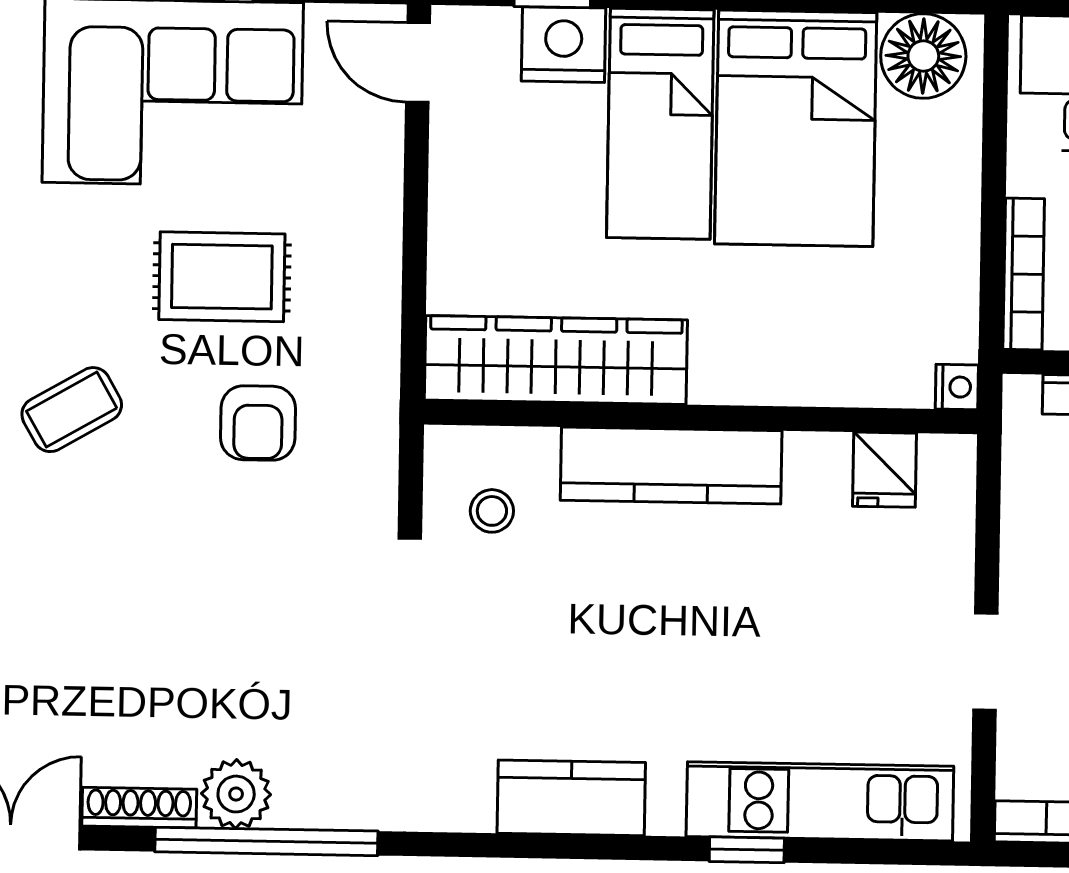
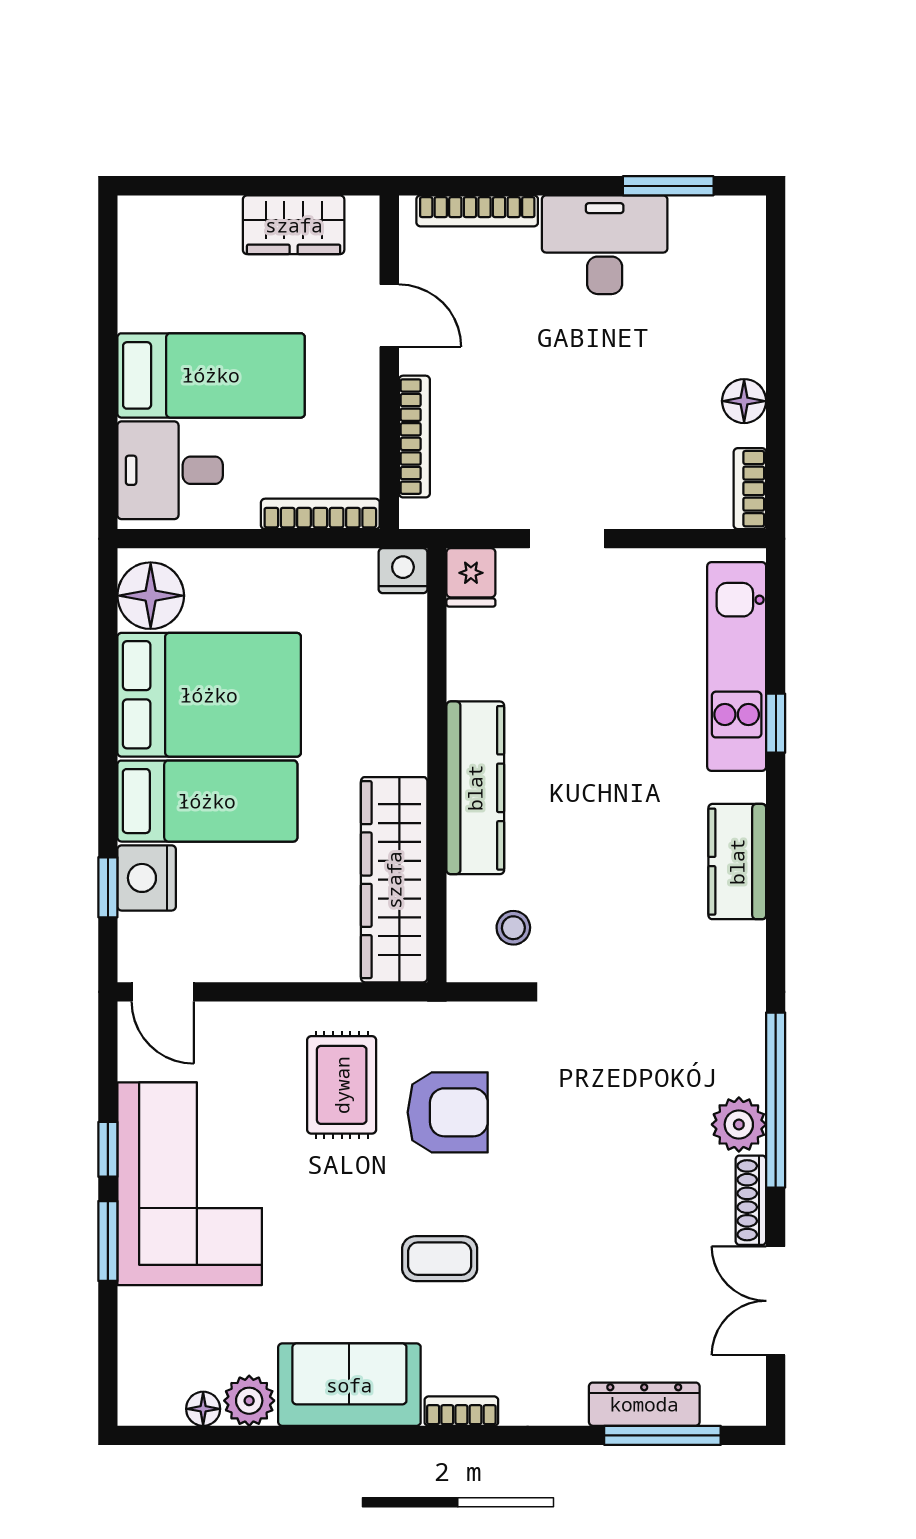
door: (418, 63) -> (163, 992), hinge flipped
rug: (222, 277) -> (342, 1085), moved
nightstand: (957, 387) -> (403, 571), width x1.39, depth x1.35
coffee table: (72, 410) -> (440, 1259), turned -60
armchair: (258, 423) -> (448, 1112), width x1.38, depth x1.38
fridge: (885, 470) -> (471, 577), moved, turned 90
doorway: (985, 662) -> (567, 539), moved

